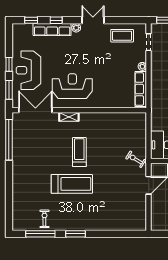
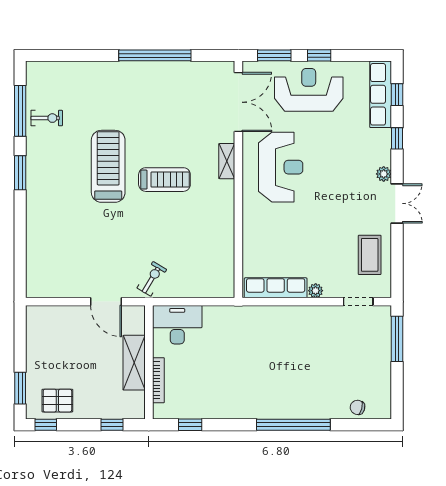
row of seats: (52, 30) -> (381, 94), moved
window: (9, 140) -> (155, 55), moved
treadmill: (72, 184) -> (108, 166), turned 180

